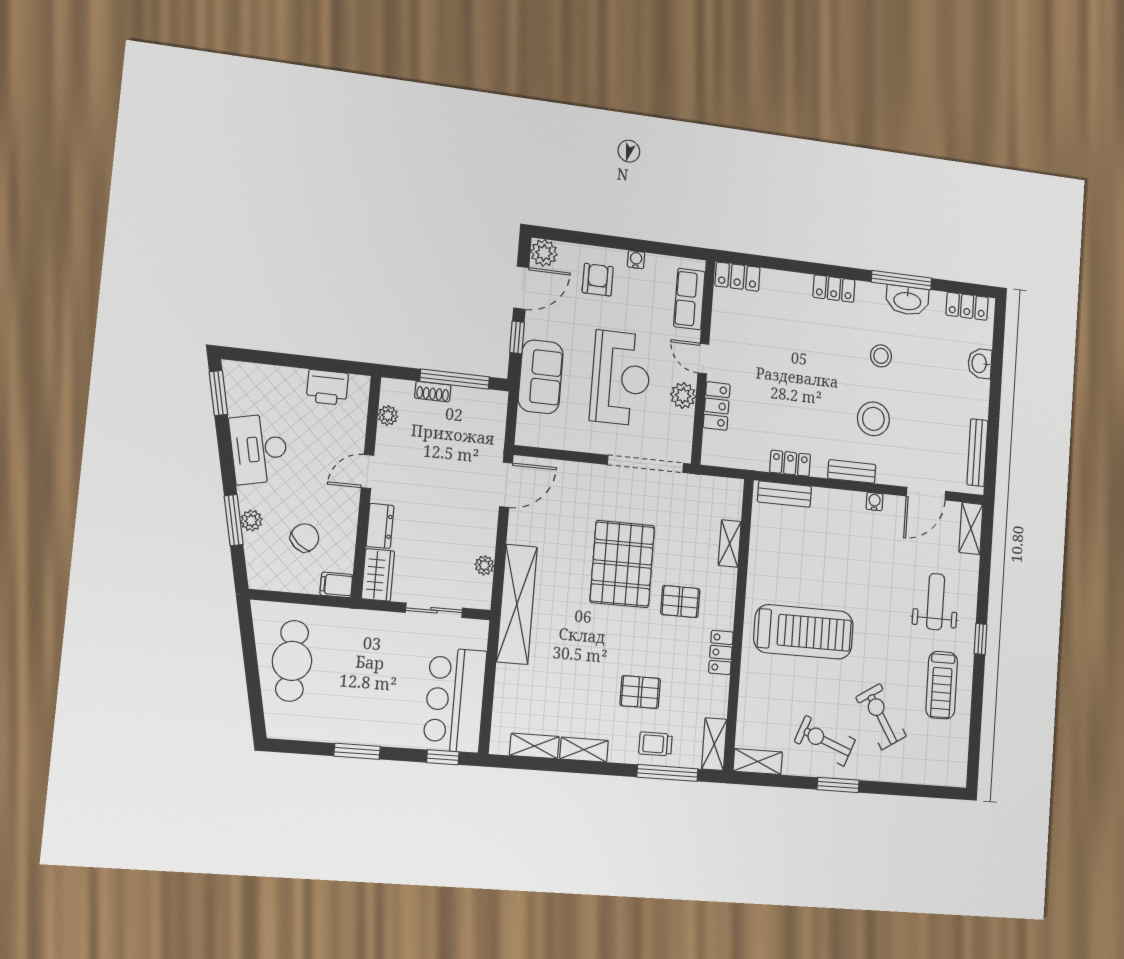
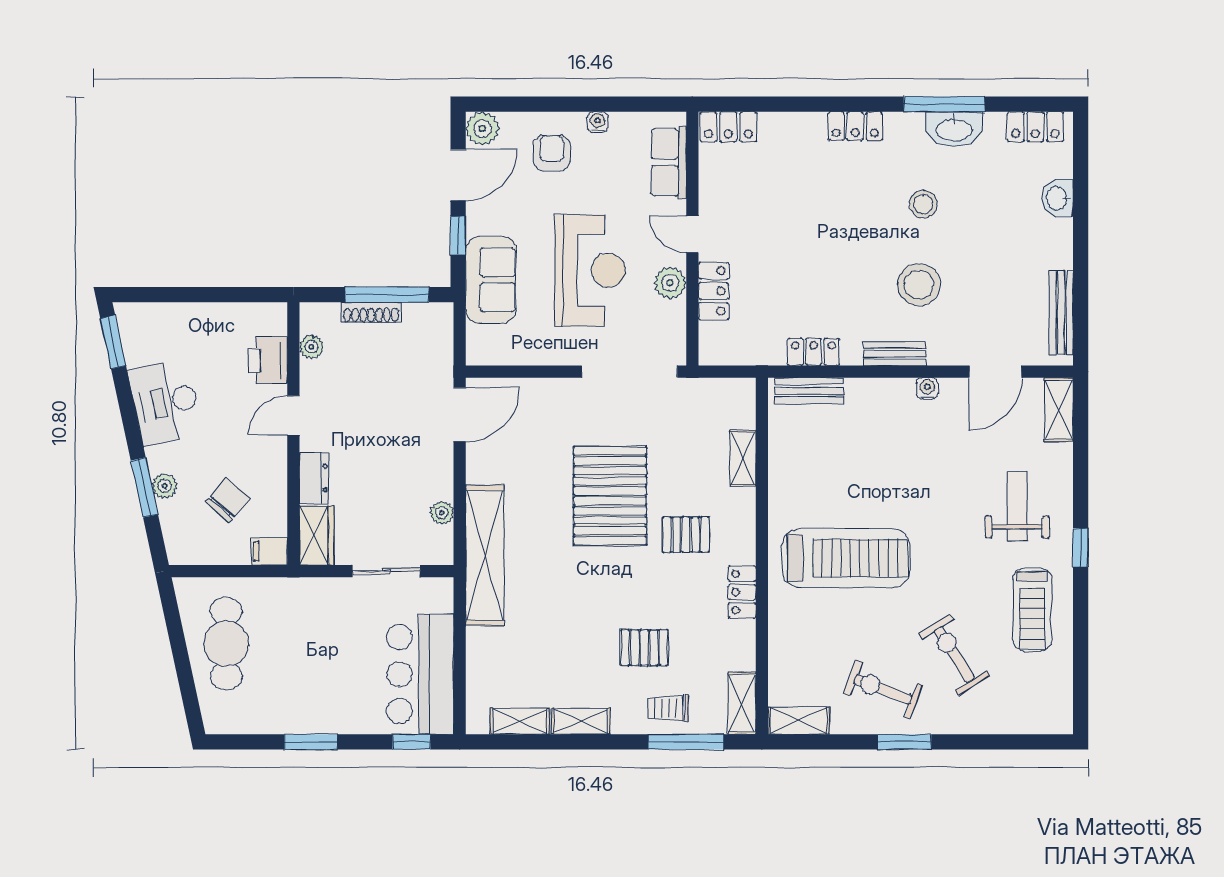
printer: (327, 387) -> (268, 360), moved, turned 90
shoe rack: (433, 392) -> (371, 312), width x1.43

